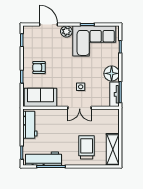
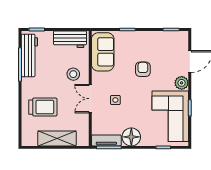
armchair: (39, 68) -> (143, 69), moved
stool: (59, 122) -> (73, 74), added
shelving: (113, 149) -> (57, 138), moved

